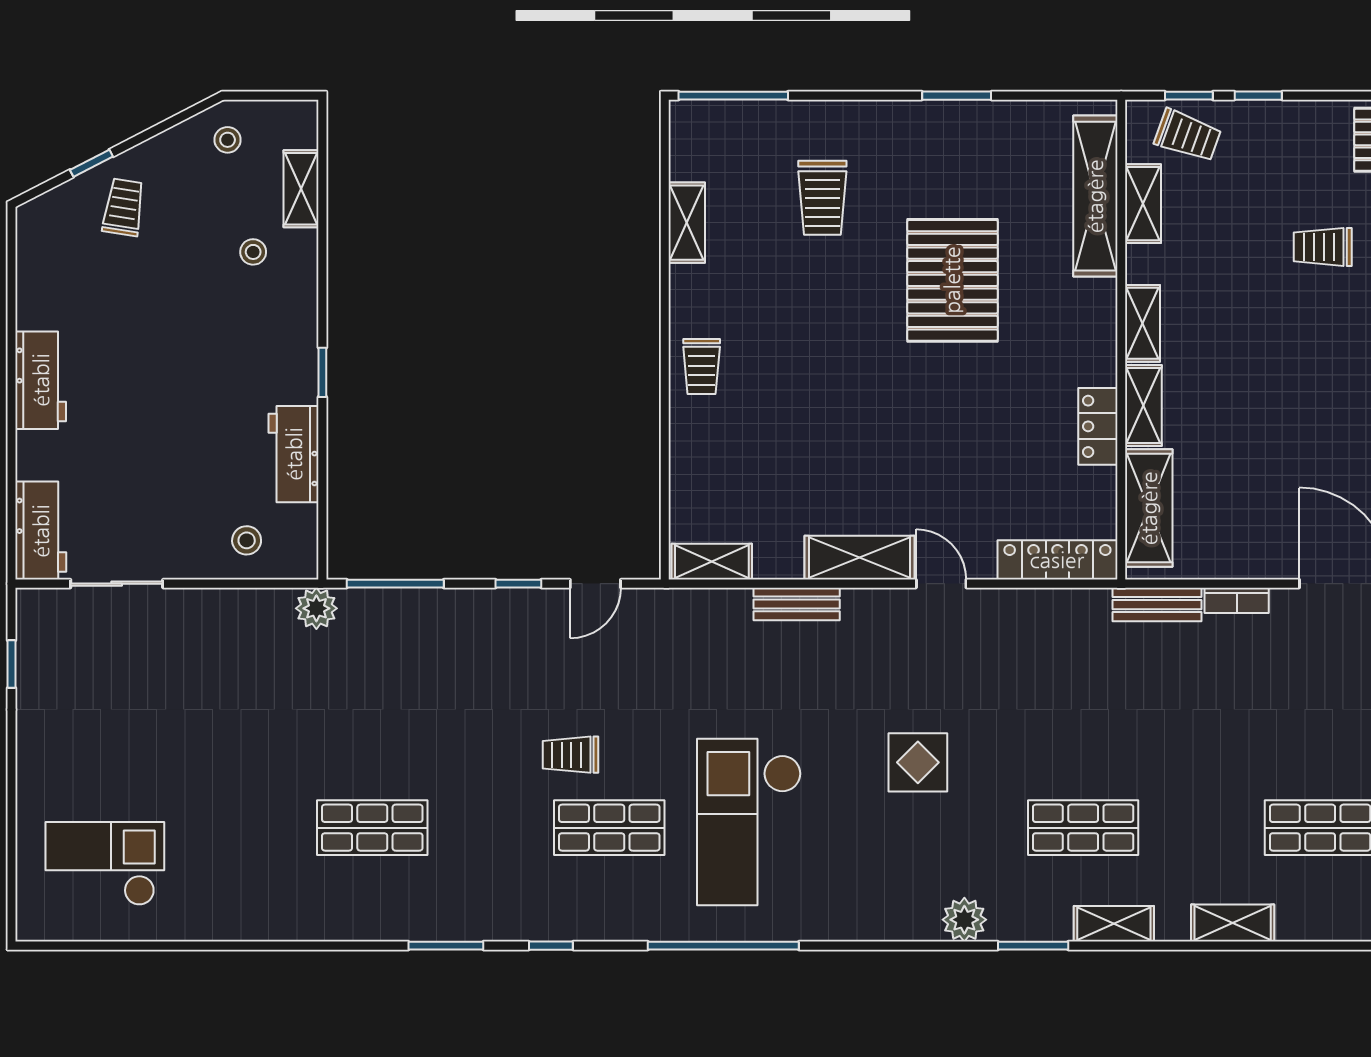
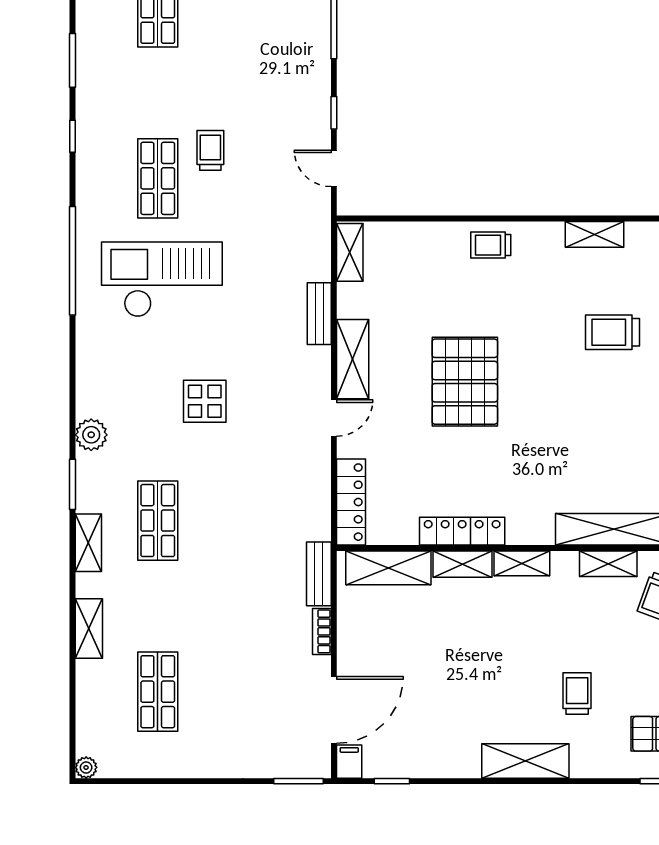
pallet: (952, 280) -> (465, 382), moved, turned 90
locker: (1098, 426) -> (462, 531), width x1.53

